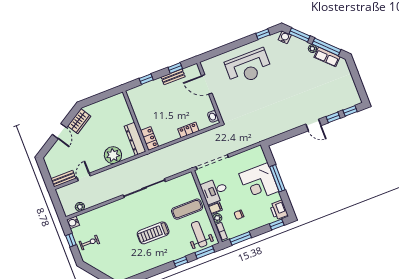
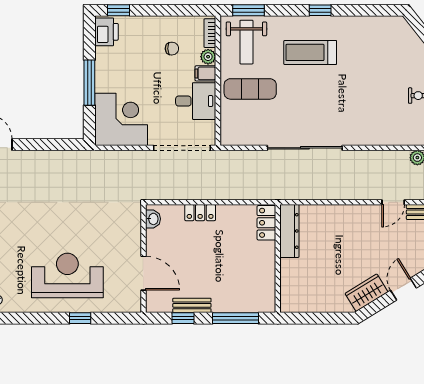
window: (263, 34) -> (80, 318), moved
window: (146, 79) -> (236, 318), width x2.17
plant: (113, 155) -> (334, 219), removed
corner desk: (259, 183) -> (121, 119), moved
treadmill: (153, 233) -> (310, 52), moved, turned 180
window: (241, 238) -> (184, 10), removed
window: (181, 262) -> (320, 10), moved

